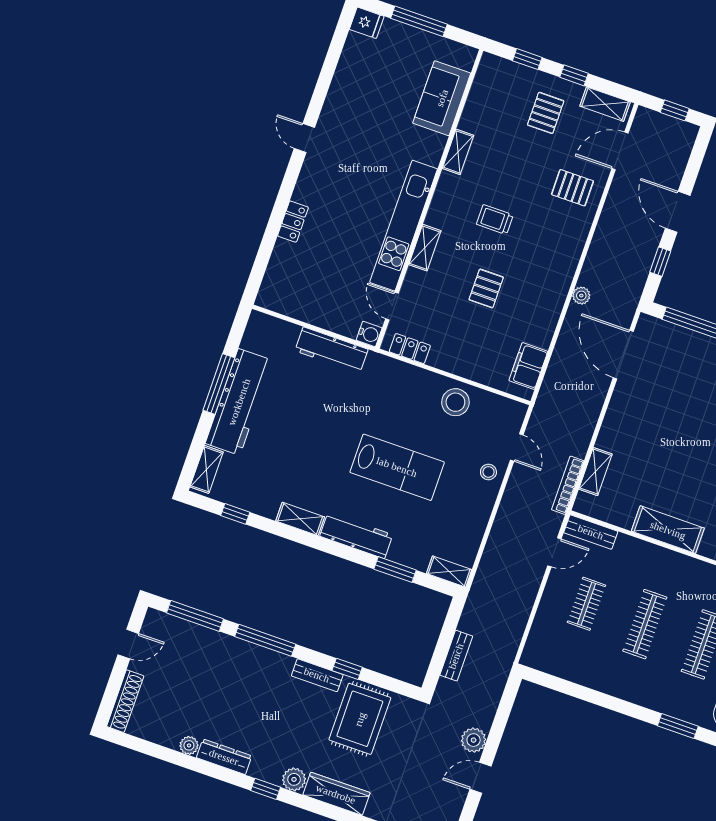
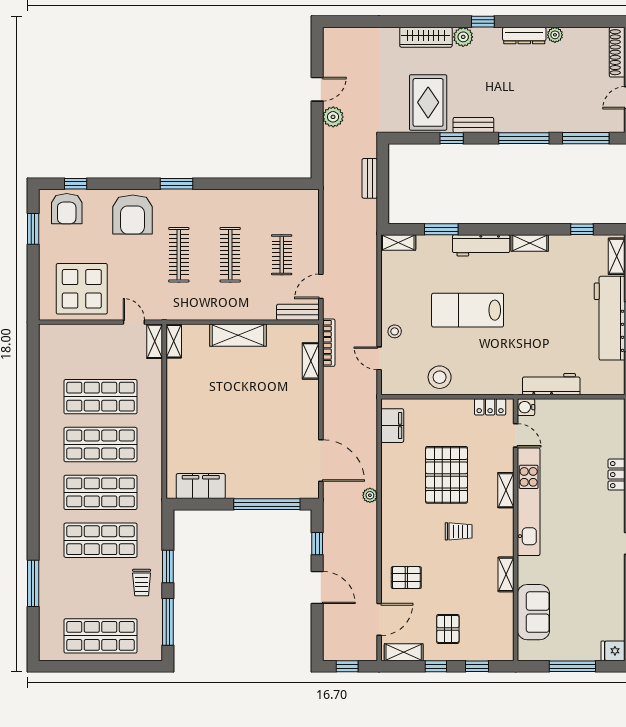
pallet: (486, 288) -> (447, 475), width x2.05, depth x2.00

